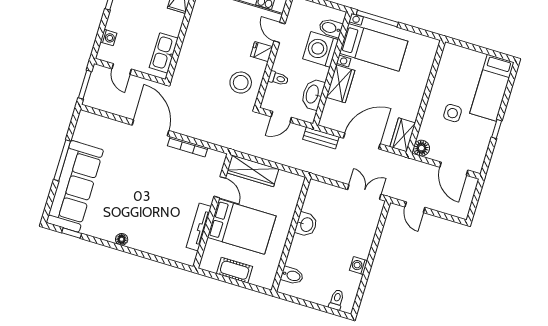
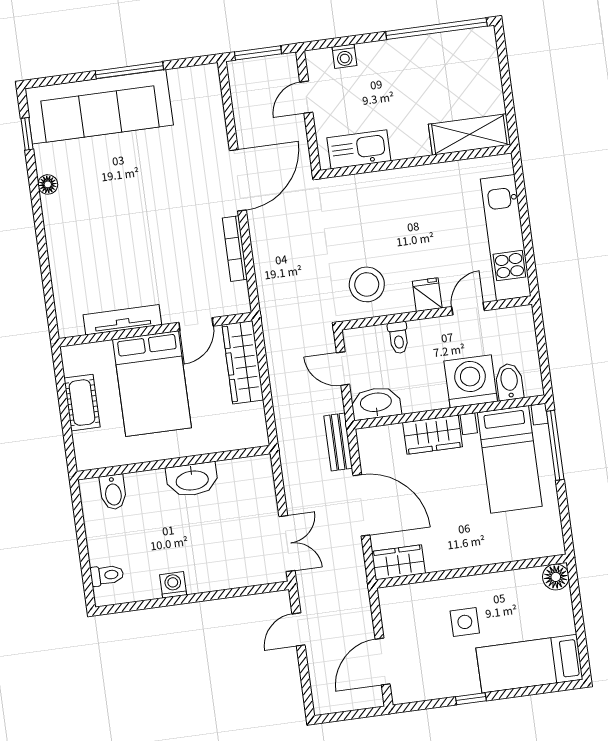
washbasin: (313, 94) -> (376, 403), moved
floor lamp: (421, 148) -> (556, 577), moved
washbasin: (306, 224) -> (192, 480), width x1.38
floor lamp: (122, 239) -> (48, 184), moved

